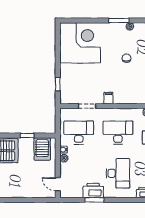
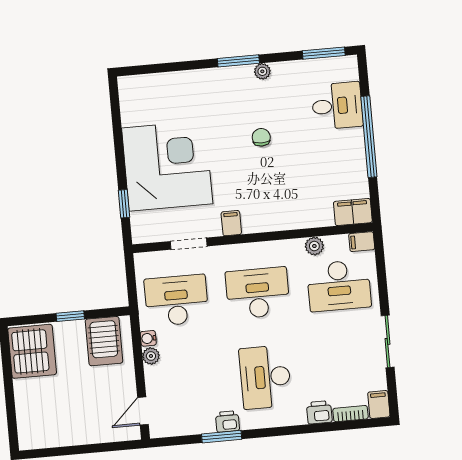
corner desk: (80, 43) -> (167, 166), moved
desk: (118, 173) -> (265, 377), turned 180
door: (58, 184) -> (143, 411), hinge flipped
printer: (93, 191) -> (227, 421), width x0.53, depth x0.68

